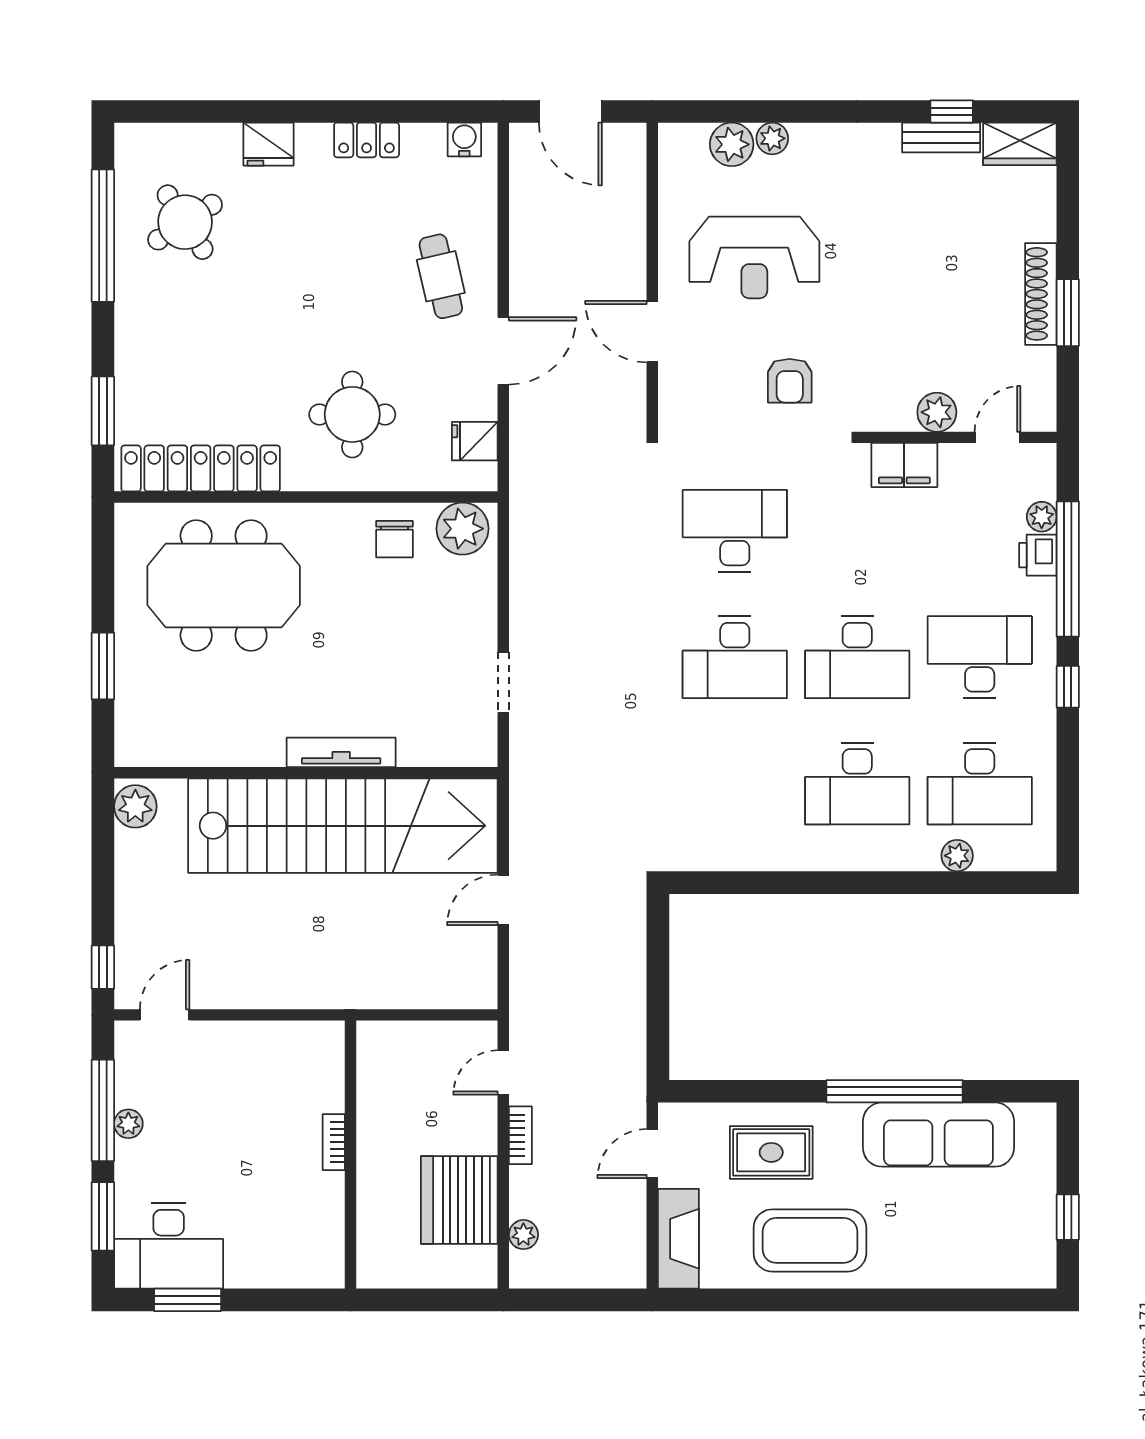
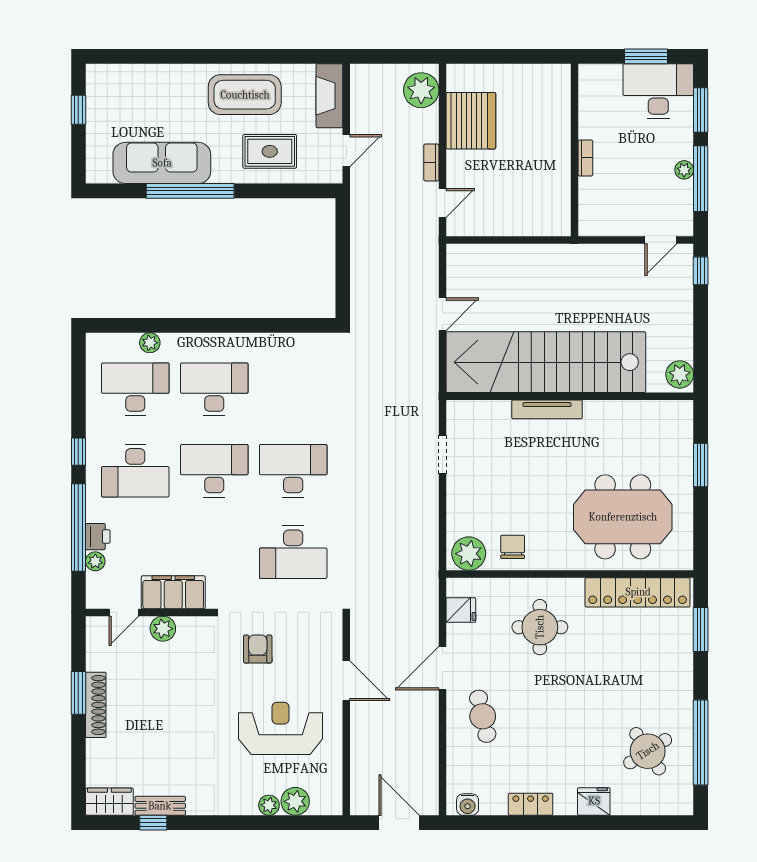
filing cabinet: (904, 465) -> (173, 592), width x1.50, depth x1.17
bookcase: (334, 1142) -> (585, 158), moved
wall: (351, 1155) -> (575, 150), moved
plant: (523, 1235) -> (421, 90), width x1.88, depth x1.88

